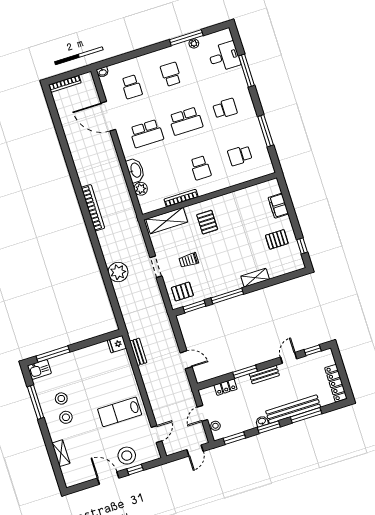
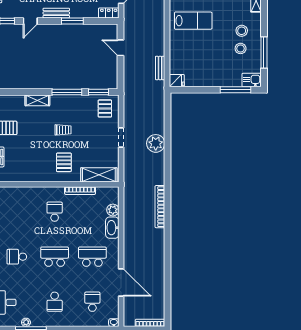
school desk: (240, 155) -> (17, 212), removed
trolley: (189, 260) -> (63, 130), moved
pallet: (182, 292) -> (105, 108), turned 90
locker: (225, 387) -> (109, 13), moved

